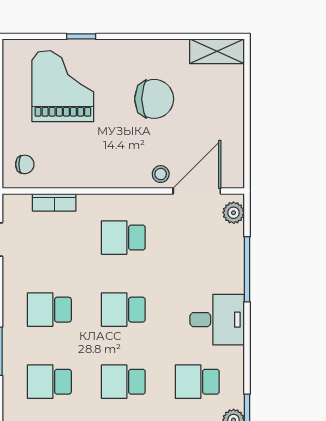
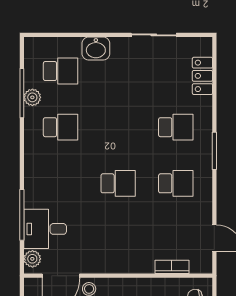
school desk: (123, 238) -> (118, 239), removed
desk: (217, 320) -> (45, 229), moved
school desk: (123, 382) -> (118, 127), removed

